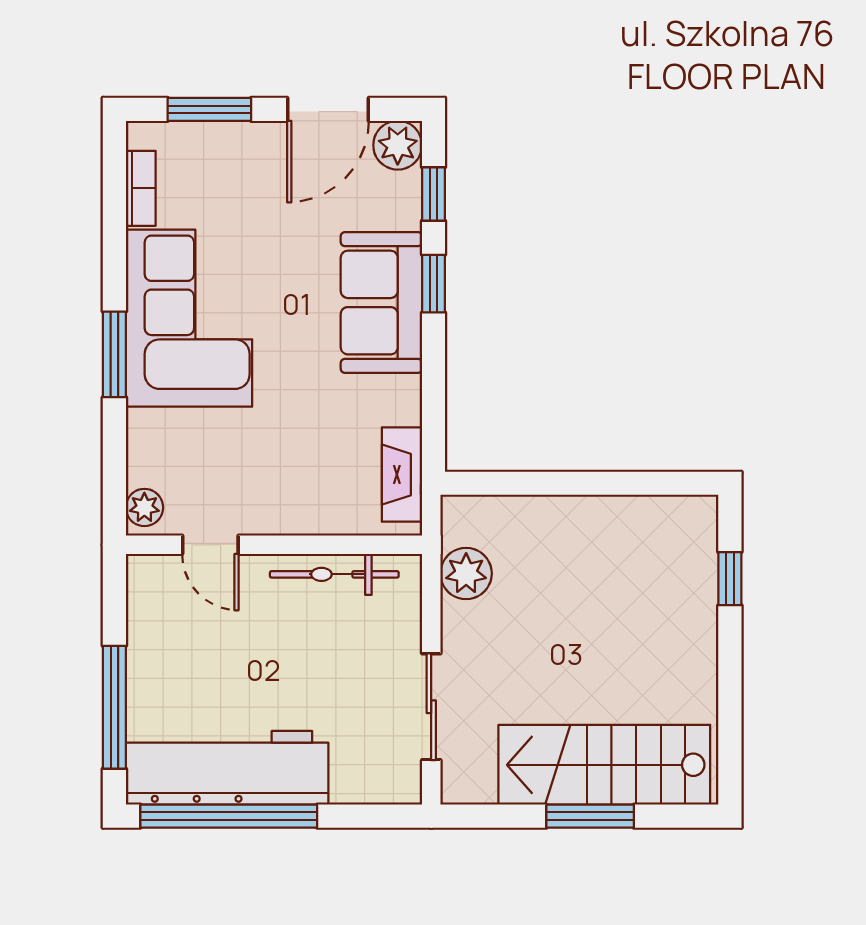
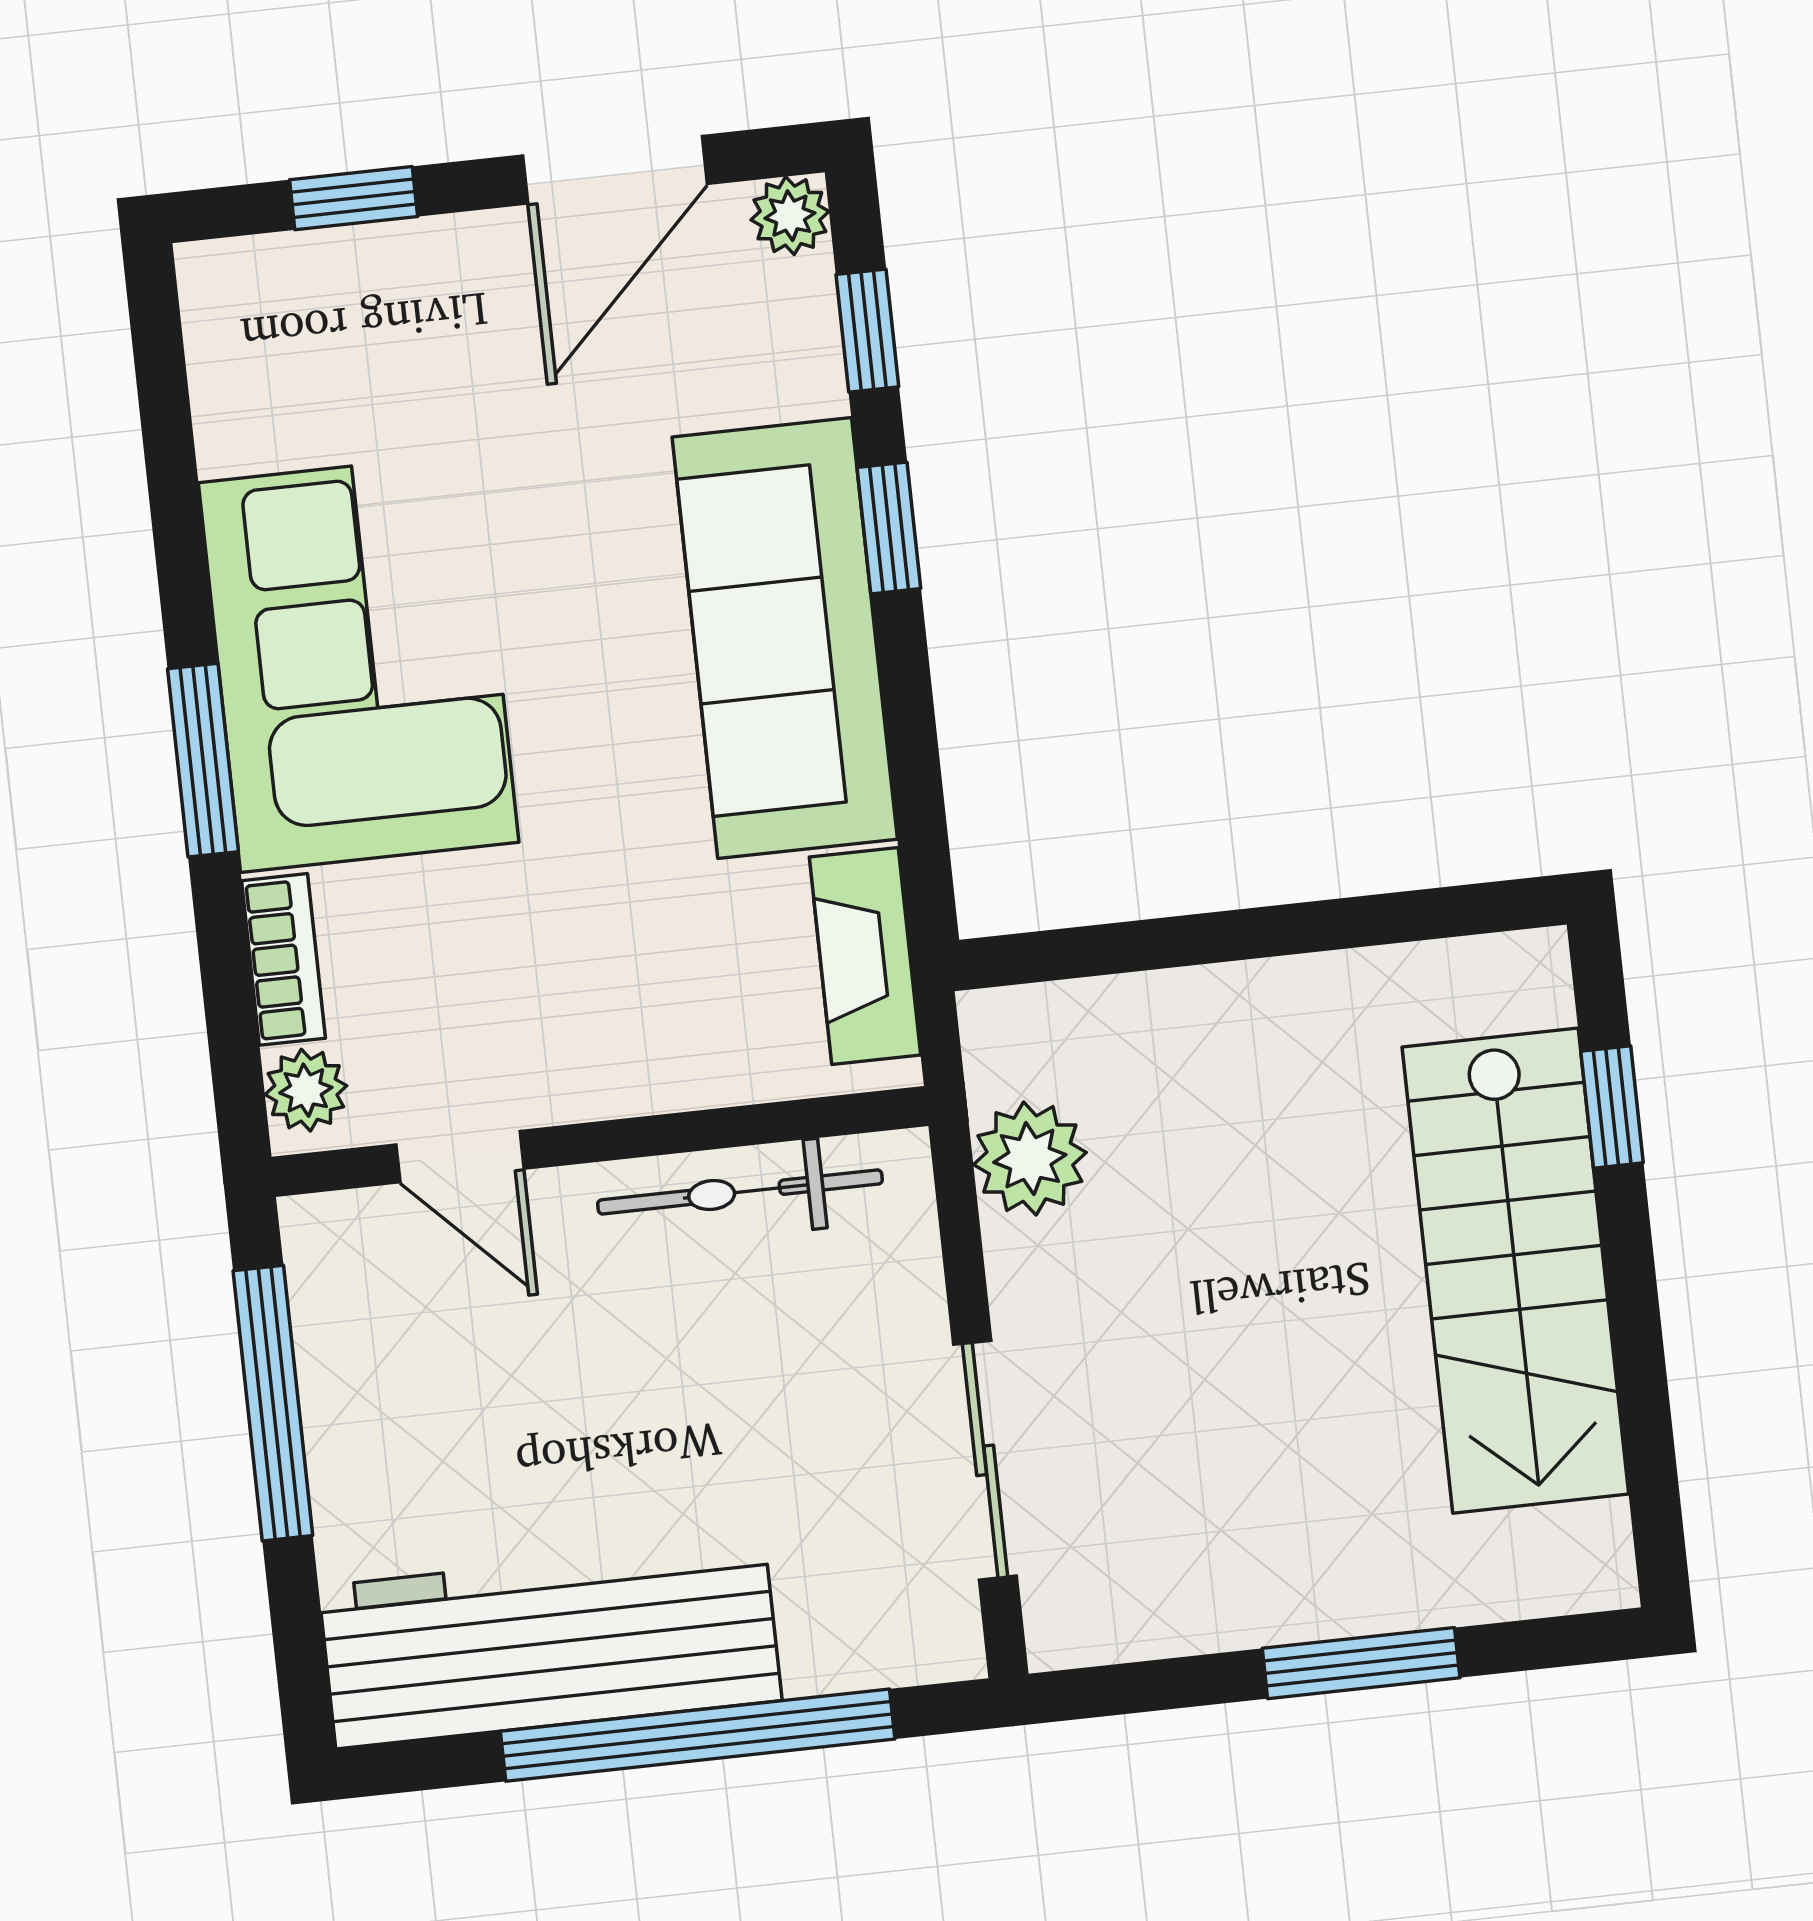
window: (209, 109) -> (354, 198), width x0.67
plant: (398, 145) -> (790, 216), width x0.73, depth x0.73
bookcase: (141, 188) -> (283, 959), moved
sofa: (381, 303) -> (785, 638), width x1.36
window: (114, 707) -> (273, 1403), moved
stairs: (604, 765) -> (1515, 1271), moved, turned -90
window: (229, 816) -> (698, 1735), moved

